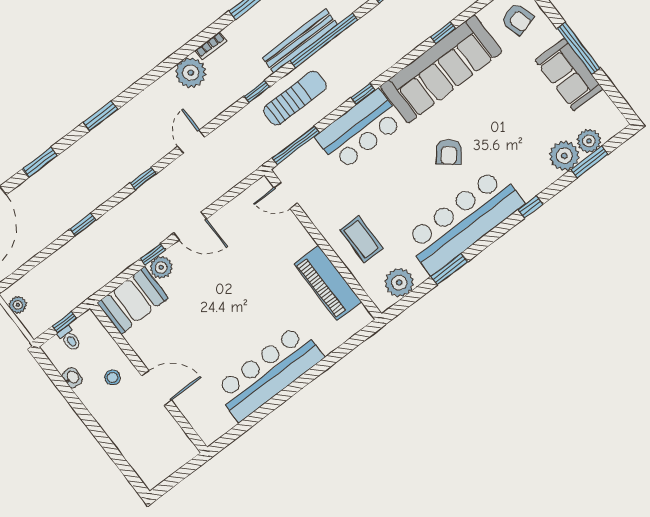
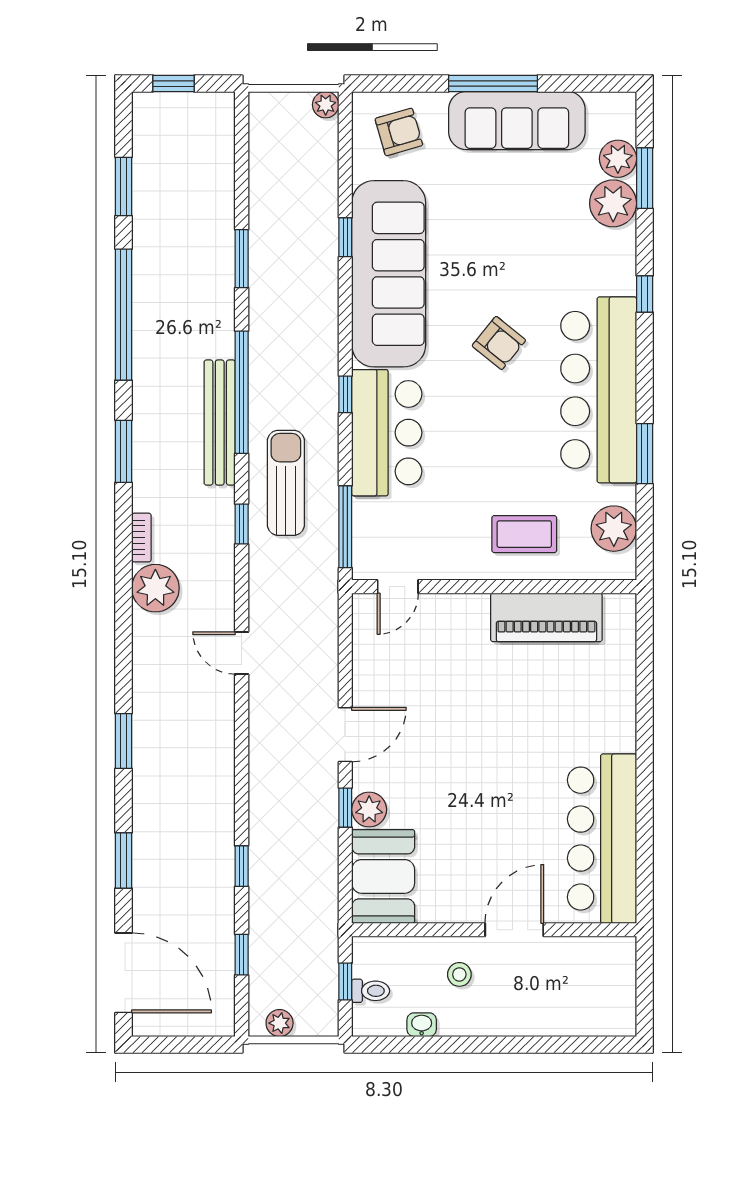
sofa: (569, 75) -> (517, 121), width x1.36
window: (143, 178) -> (242, 955), moved
bar counter: (269, 373) -> (602, 839), moved

